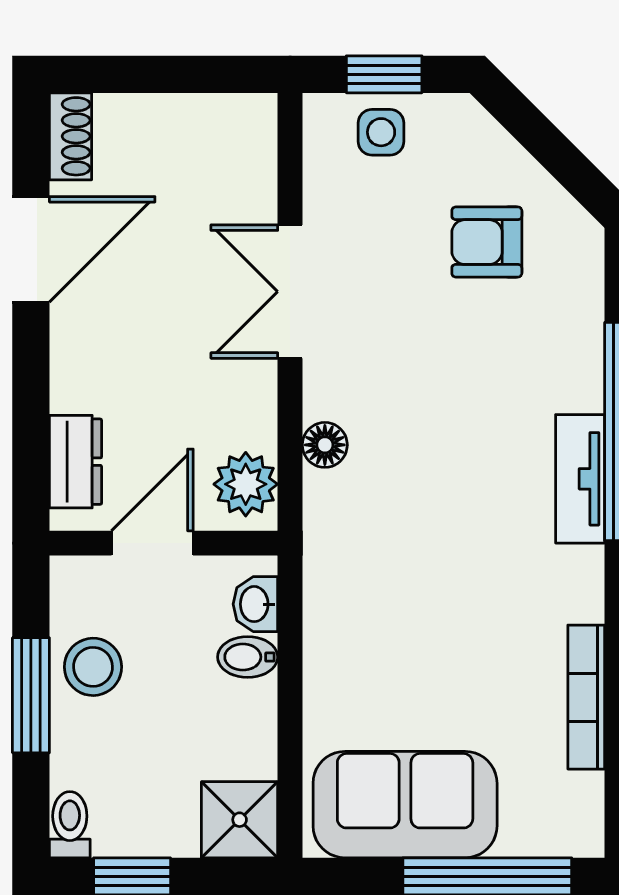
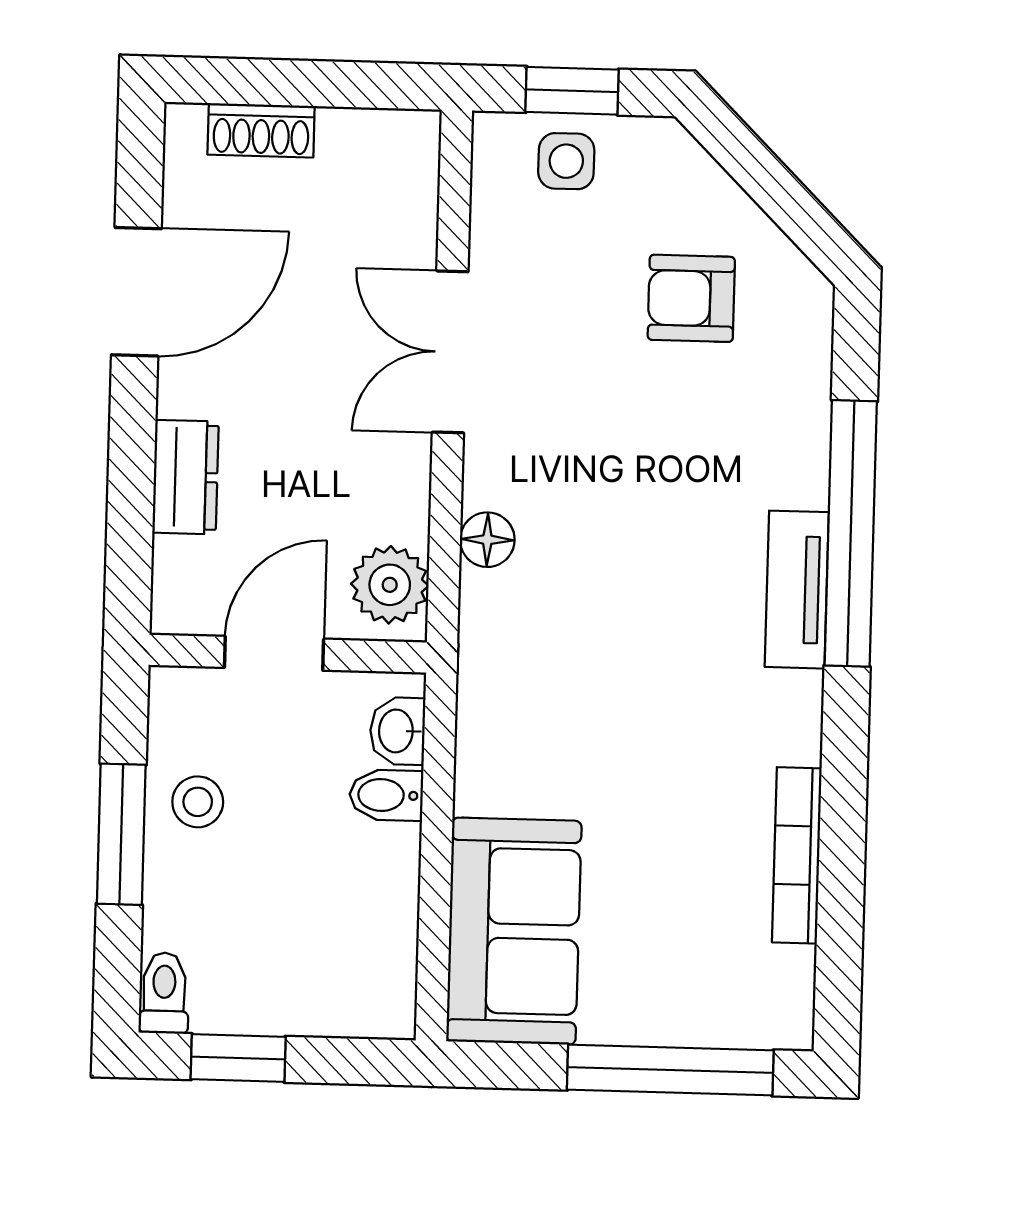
shoe rack: (71, 136) -> (261, 130), moved, turned 90
dresser: (76, 462) -> (185, 477), moved
stool: (93, 667) -> (198, 802), width x0.73, depth x0.73
sofa: (405, 805) -> (514, 931), moved, turned 90
shower: (240, 820) -> (371, 993), removed

